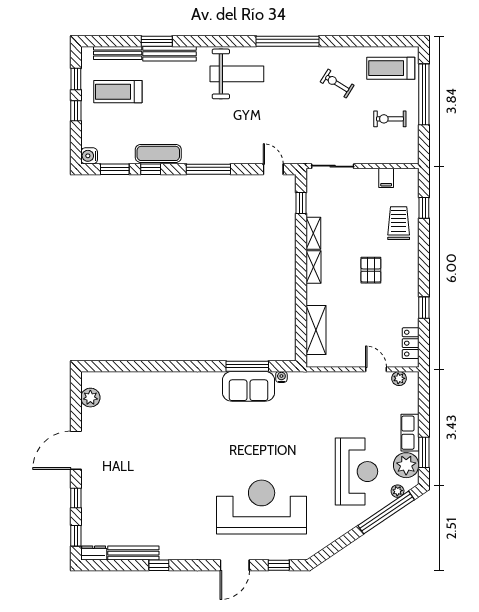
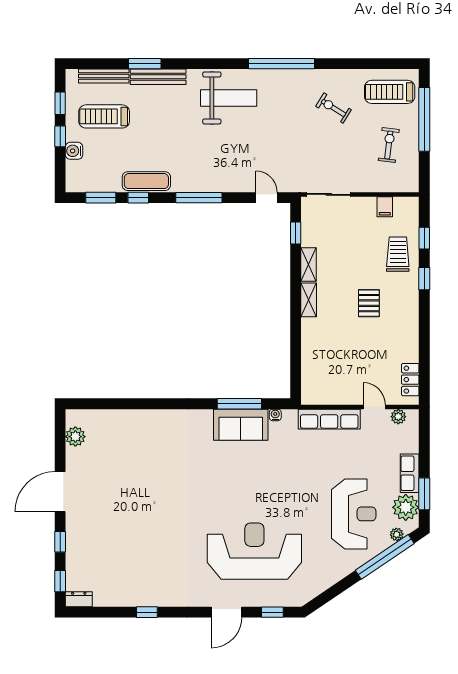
exercise bike: (390, 119) -> (389, 145), turned 97
water cooler: (89, 156) -> (74, 151), moved
window: (424, 308) -> (424, 279), moved
shelving: (316, 330) -> (311, 366), removed
row of seats: (333, 381) -> (329, 419), added
bench: (133, 553) -> (120, 599), removed

